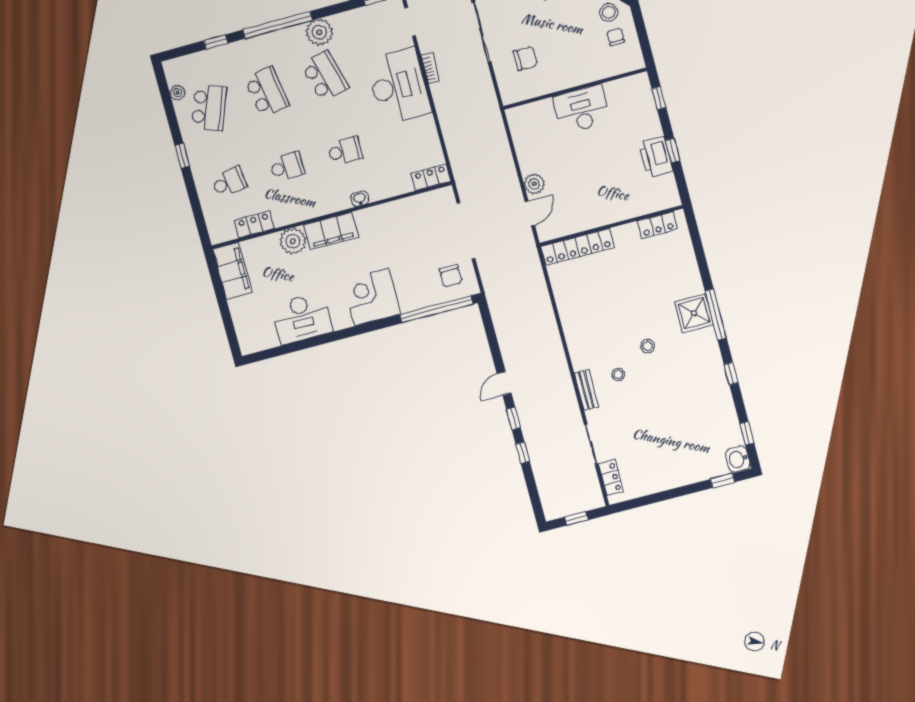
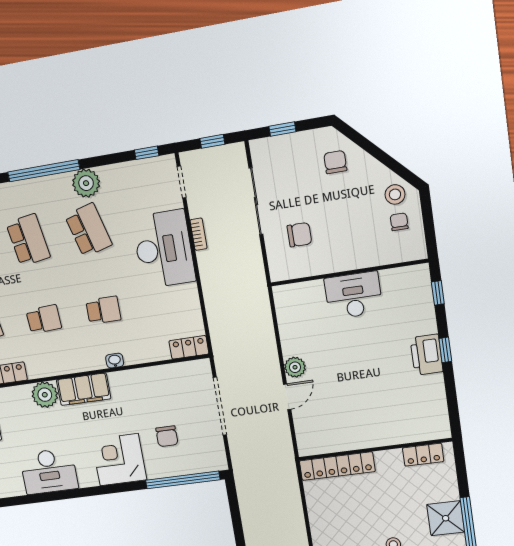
locker: (657, 225) -> (423, 455), moved
wall: (611, 226) -> (375, 449), moved
locker: (577, 247) -> (337, 466), moved
chair: (451, 276) -> (167, 436), moved

